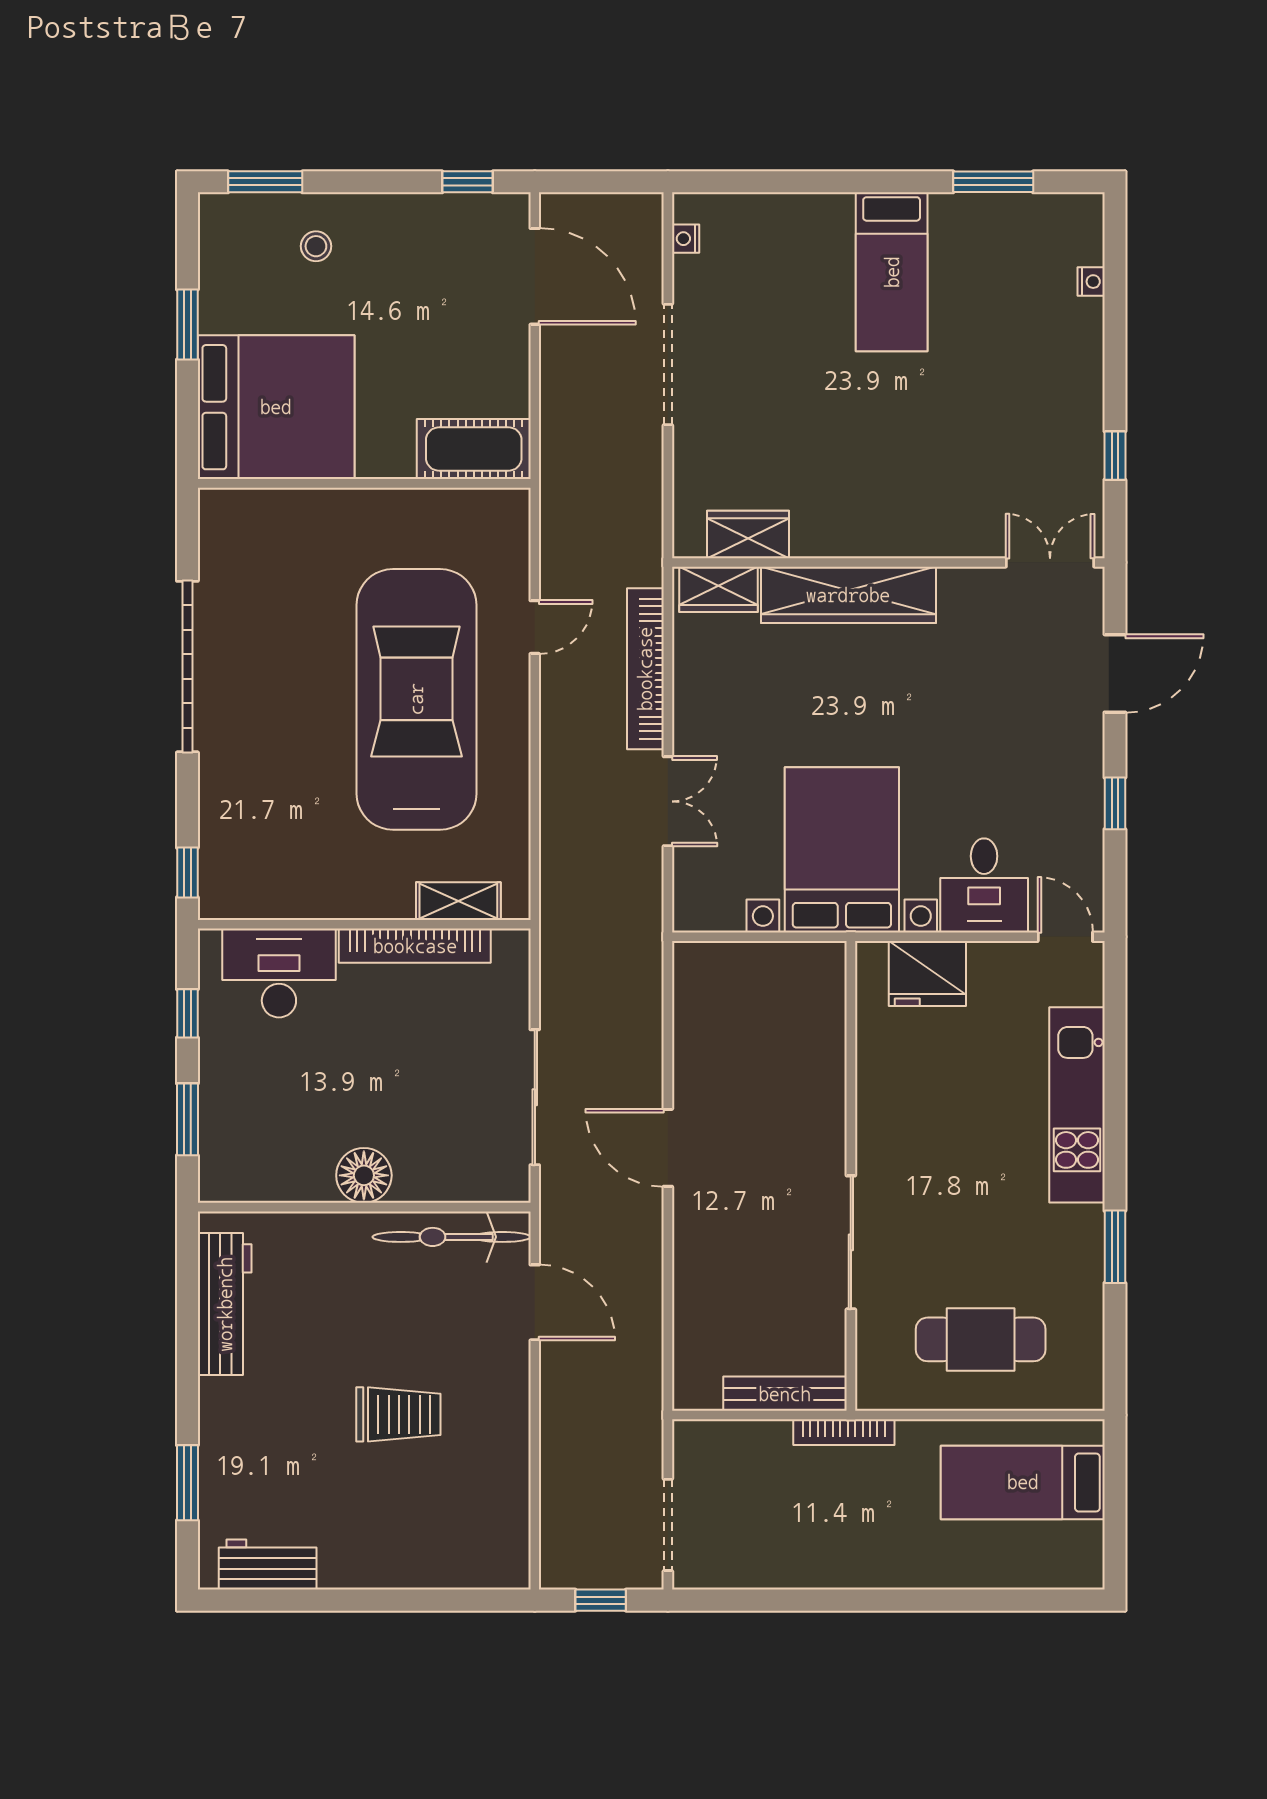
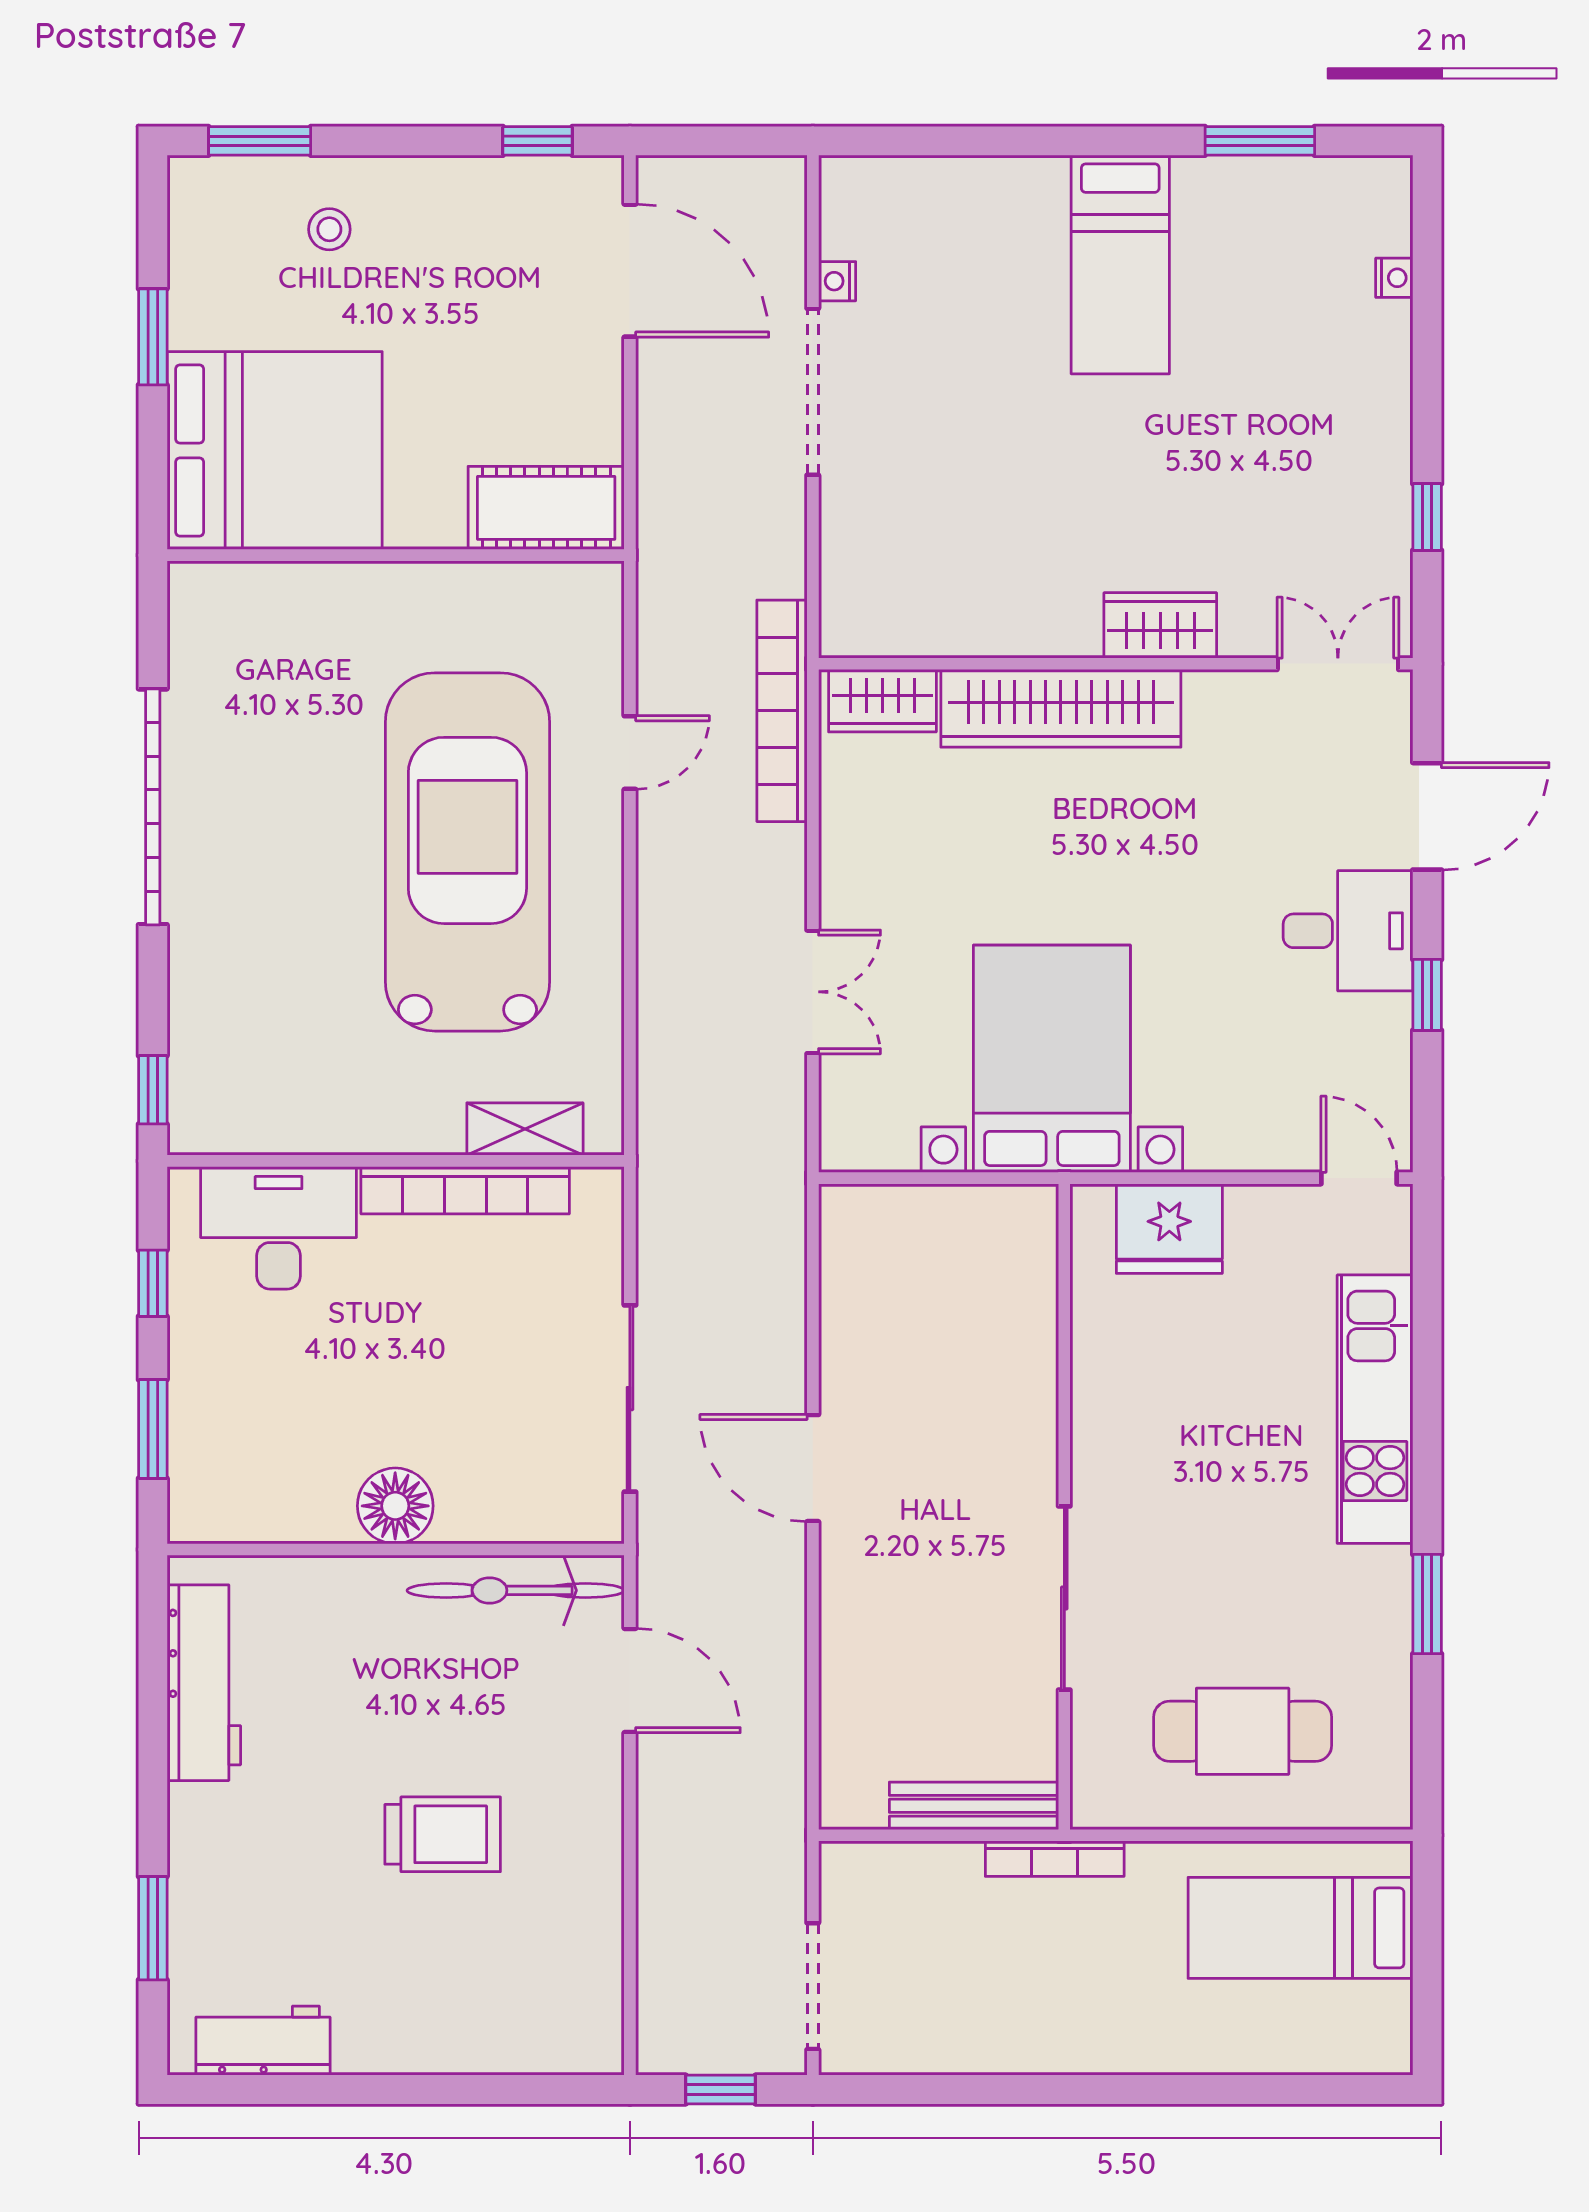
nightstand: (686, 239) -> (837, 281), moved
wardrobe: (748, 534) -> (1160, 625), moved
bookcase: (645, 669) -> (782, 711), moved
desk: (984, 885) -> (1348, 931), moved, turned -90

